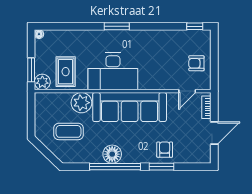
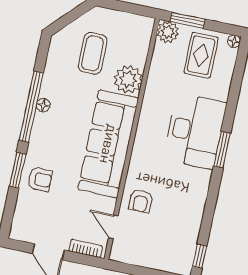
armchair: (196, 63) -> (141, 201), moved, turned 180
desk: (113, 71) -> (195, 131), moved, turned 180
rug: (66, 72) -> (201, 55), moved, turned 90
floor lamp: (112, 154) -> (43, 105), width x0.53, depth x0.53

